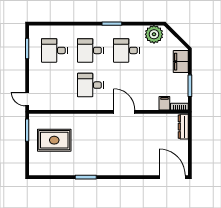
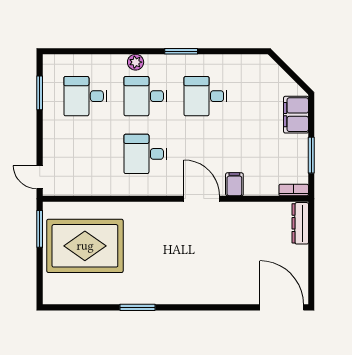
plant: (154, 34) -> (136, 62), moved, width x0.53, depth x0.53
filing cabinet: (164, 103) -> (234, 184), moved
rug: (54, 140) -> (85, 246), width x1.37, depth x1.44

